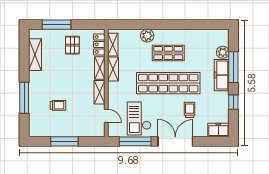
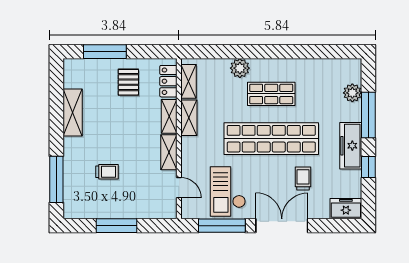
shelving: (35, 55) -> (73, 112), moved
freezer: (222, 75) -> (351, 146), moved
window: (24, 98) -> (56, 179), moved

